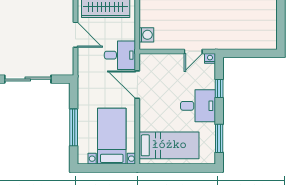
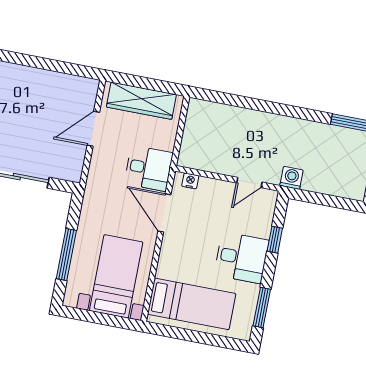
door: (75, 35) -> (93, 129), swing flipped
washing machine: (146, 35) -> (292, 178), moved, turned -90
nightstand: (210, 58) -> (190, 181), moved

